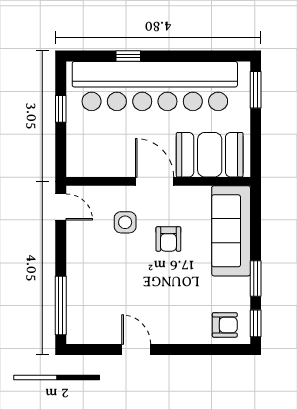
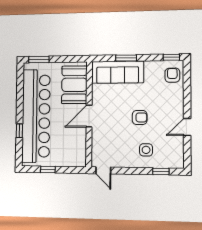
door: (61, 207) -> (103, 170), swing flipped
side table: (125, 222) -> (146, 150), moved
armchair: (168, 239) -> (140, 117), moved
window: (256, 279) -> (126, 58), moved
window: (61, 305) -> (161, 171), width x0.46

